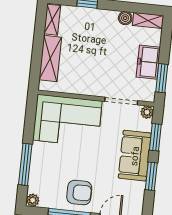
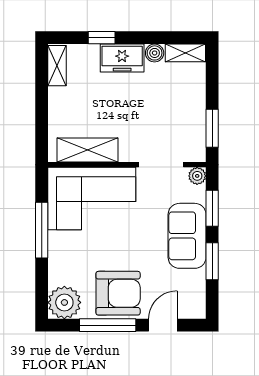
shelving: (50, 58) -> (87, 150), moved, turned 90
freezer: (148, 62) -> (122, 58), moved, turned -90
window: (25, 164) -> (42, 230), moved
armchair: (79, 193) -> (118, 293), width x1.36, depth x1.36
plant: (33, 200) -> (64, 302), width x1.87, depth x1.87

